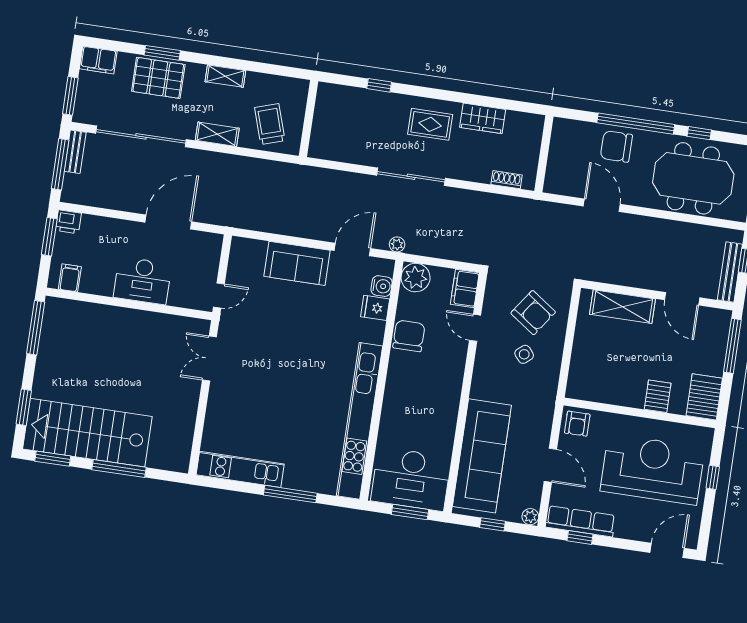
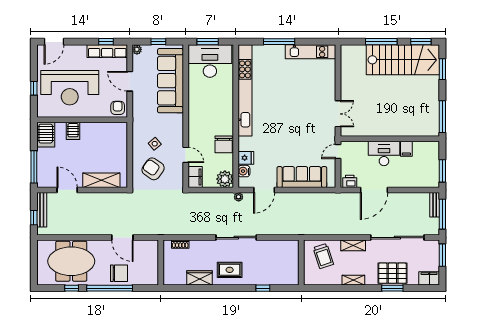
bench: (75, 152) -> (435, 205), moved
printer: (68, 222) -> (350, 181), moved
sofa: (297, 263) -> (302, 177), width x1.36
filing cabinet: (70, 278) -> (406, 149), moved

